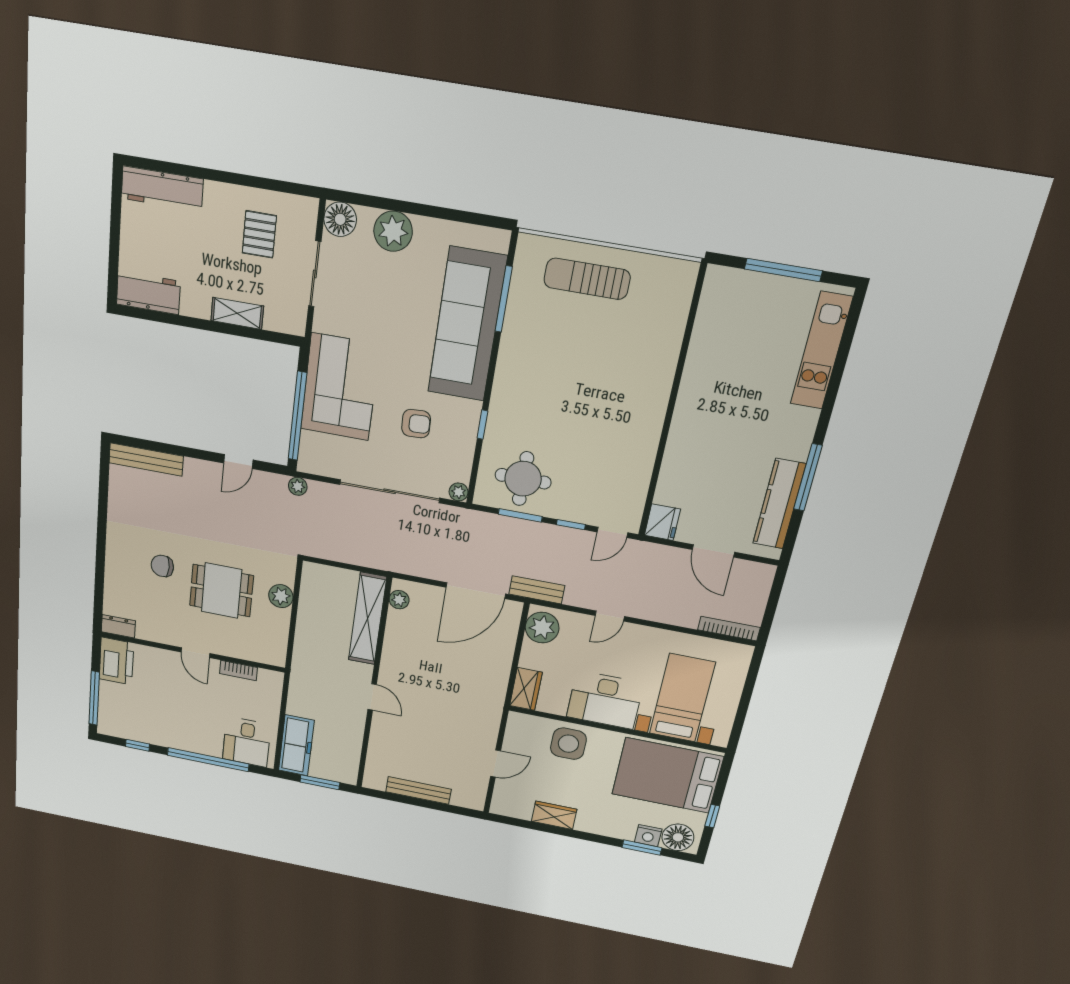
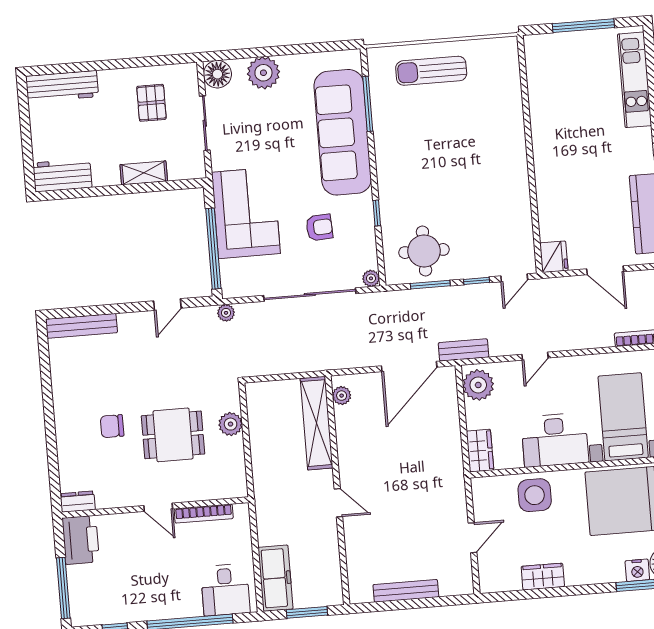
bookcase: (239, 670) -> (204, 514), width x1.56

